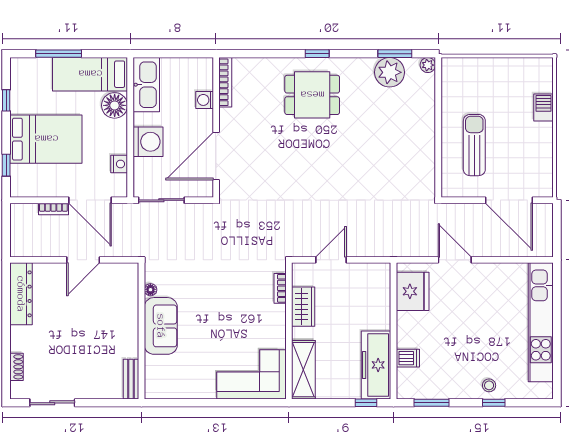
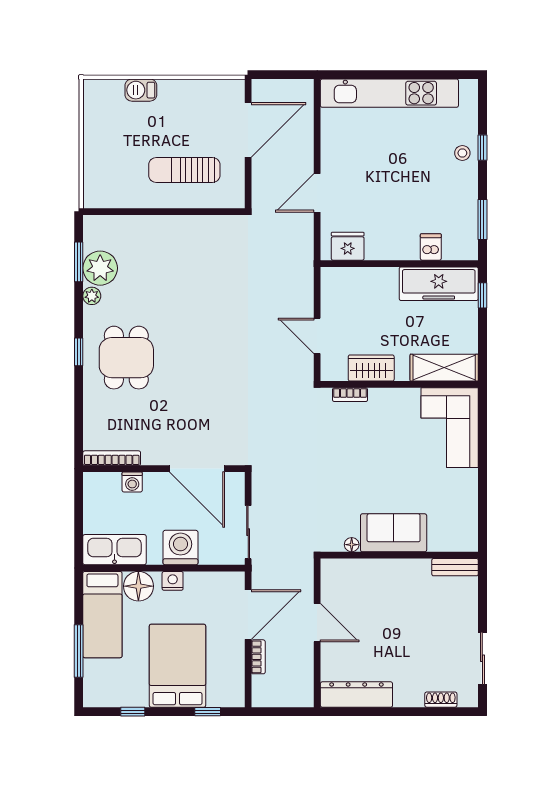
plant: (428, 65) -> (92, 296), moved
nightstand: (119, 164) -> (173, 581), moved
fridge: (413, 291) -> (348, 246), width x0.73, depth x0.75

